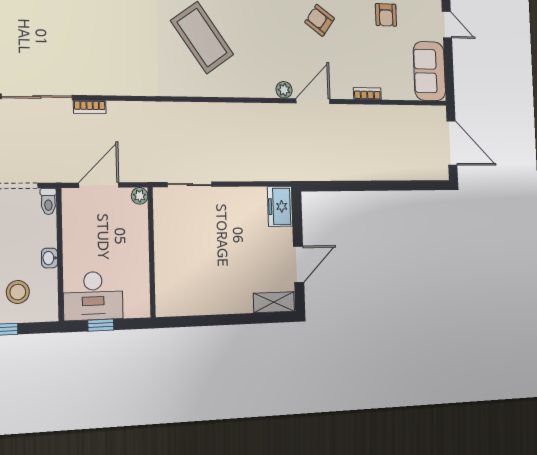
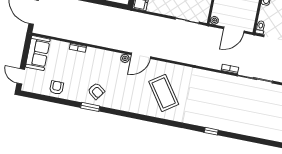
door: (313, 101) -> (141, 56), moved

